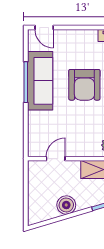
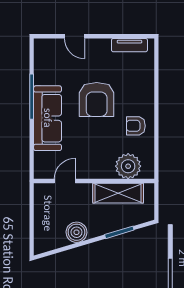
door: (44, 28) -> (75, 36), moved
sofa: (40, 81) -> (48, 118), moved

